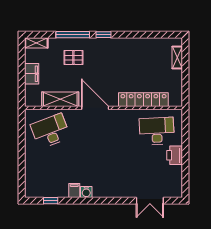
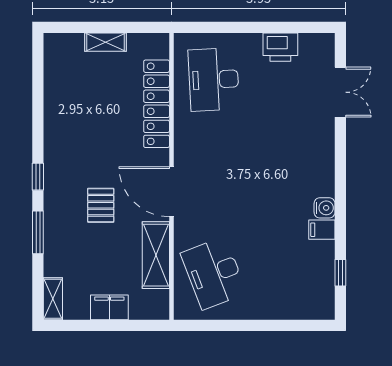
window: (73, 35) -> (38, 232), width x0.69
pallet: (73, 57) -> (101, 205), moved
shelving: (177, 58) -> (106, 42), moved
door: (95, 108) -> (171, 192), hinge flipped
printer: (175, 155) -> (280, 47), moved

